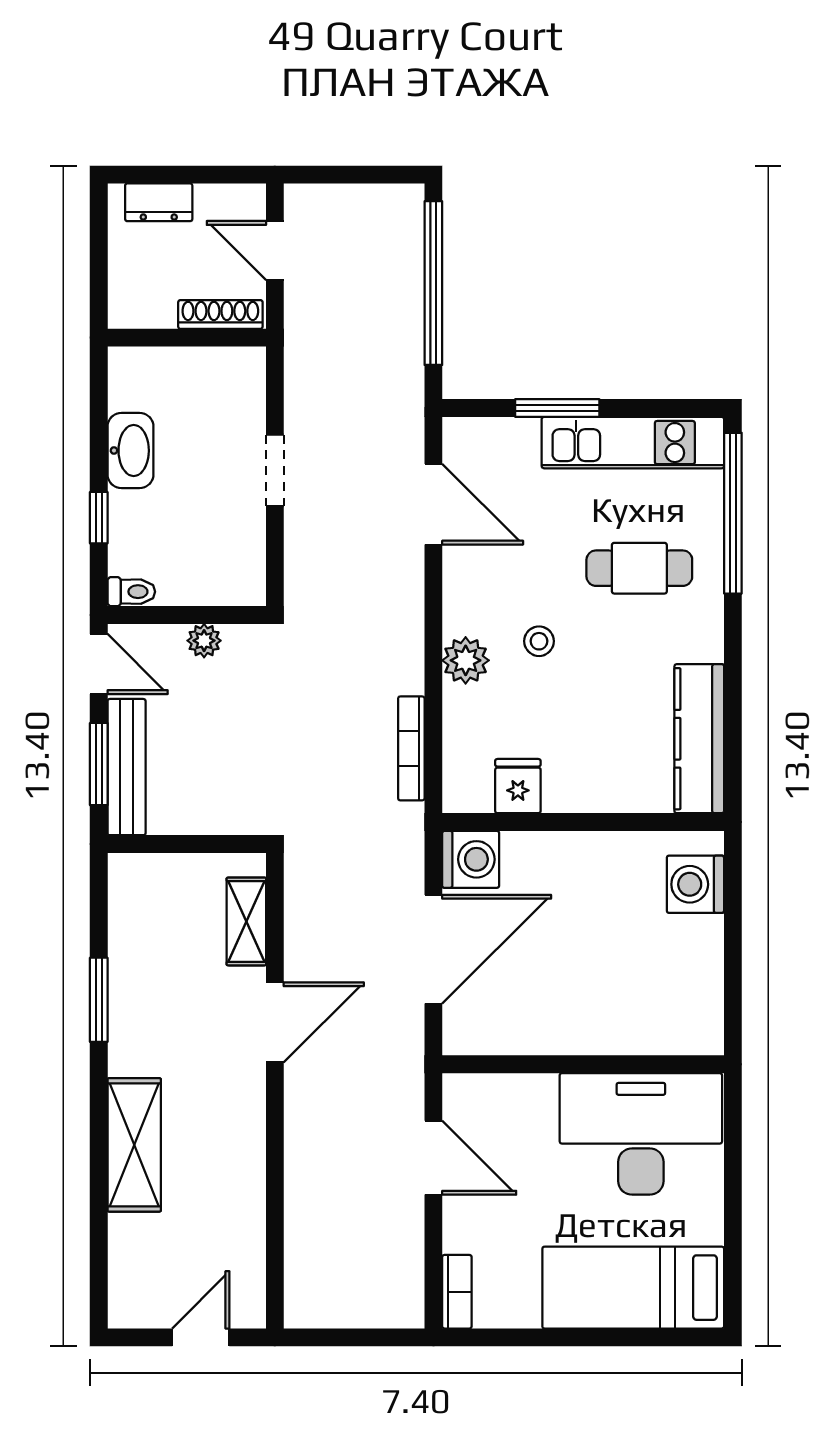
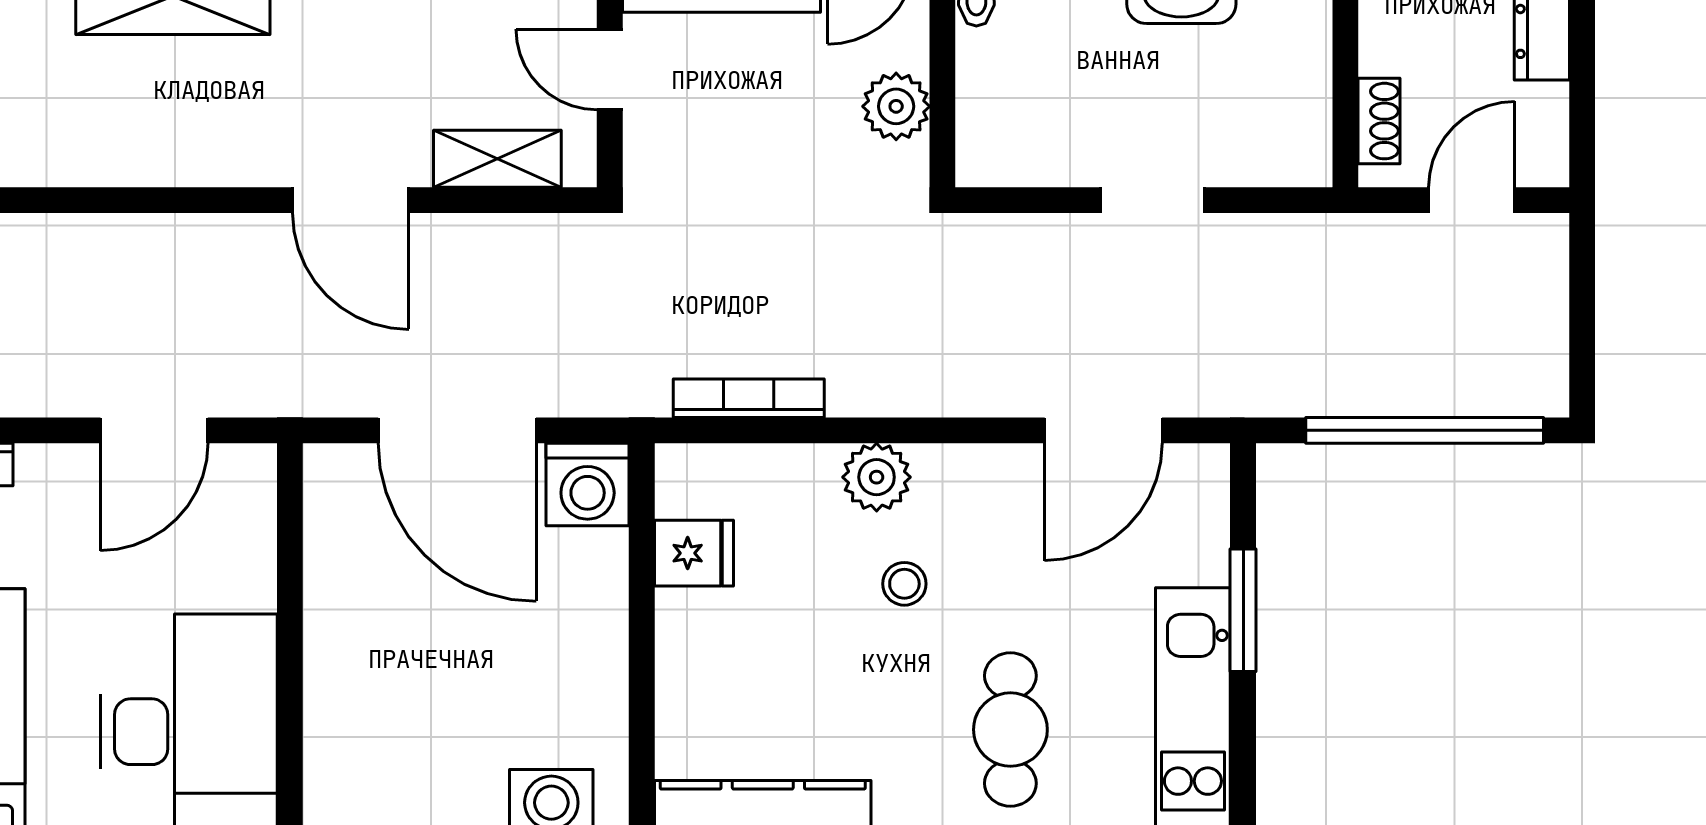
shoe rack: (220, 314) -> (1379, 121), width x0.70
plant: (204, 641) -> (896, 106), width x1.38, depth x1.38
door: (185, 844) -> (610, 69), added

